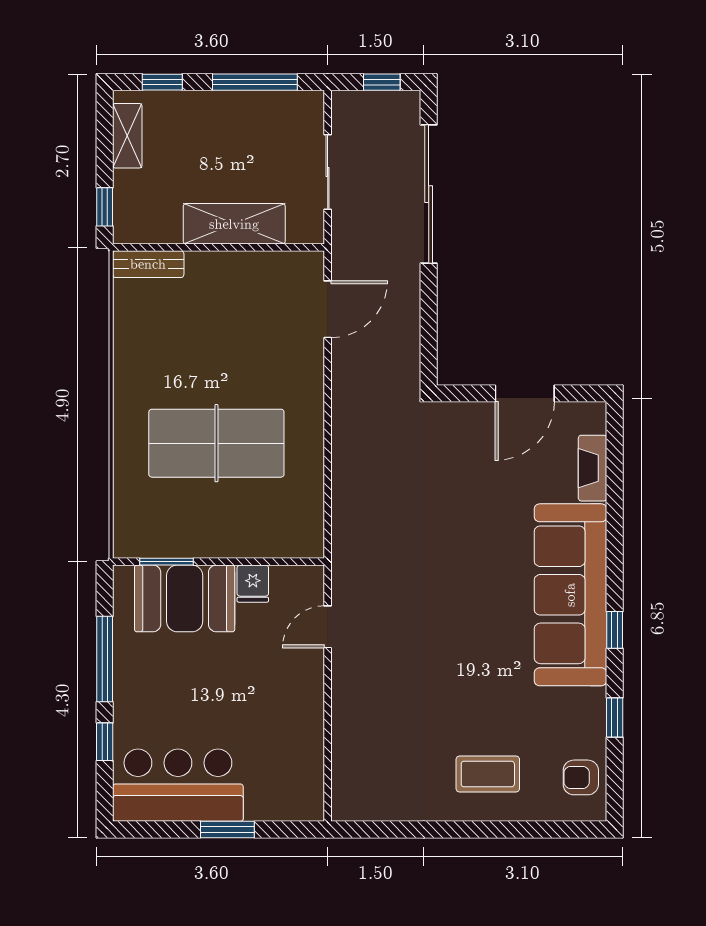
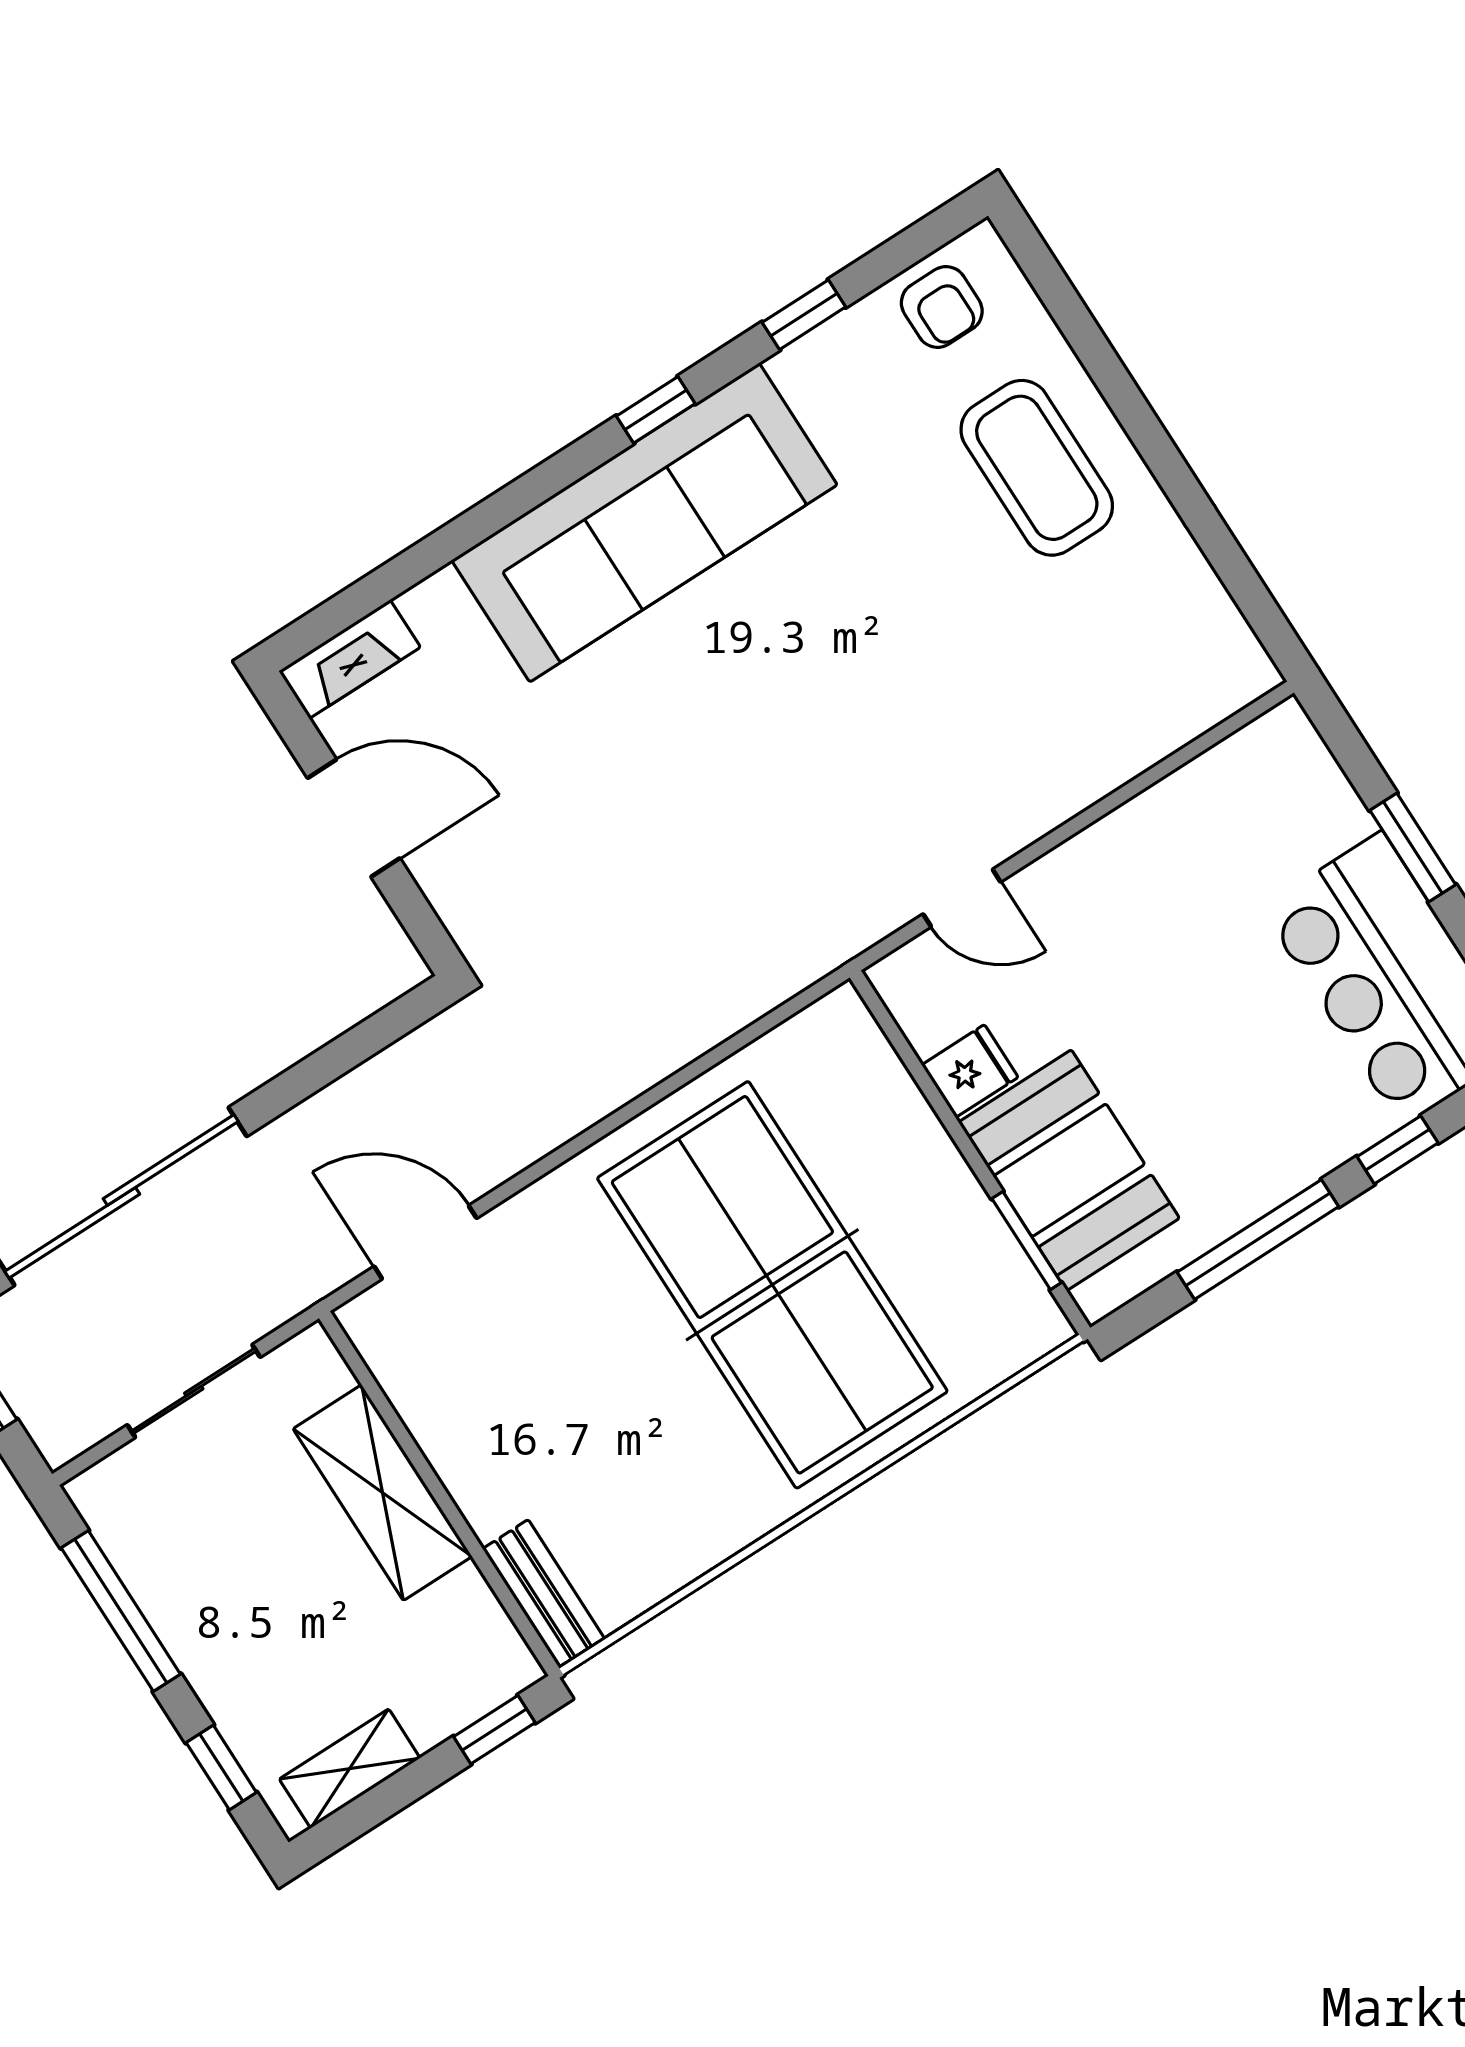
table tennis table: (216, 443) -> (772, 1285), width x1.36, depth x1.32
fireplace: (593, 468) -> (350, 659), moved
coffee table: (488, 774) -> (1037, 468), width x1.36, depth x1.32

